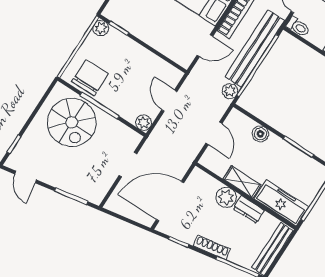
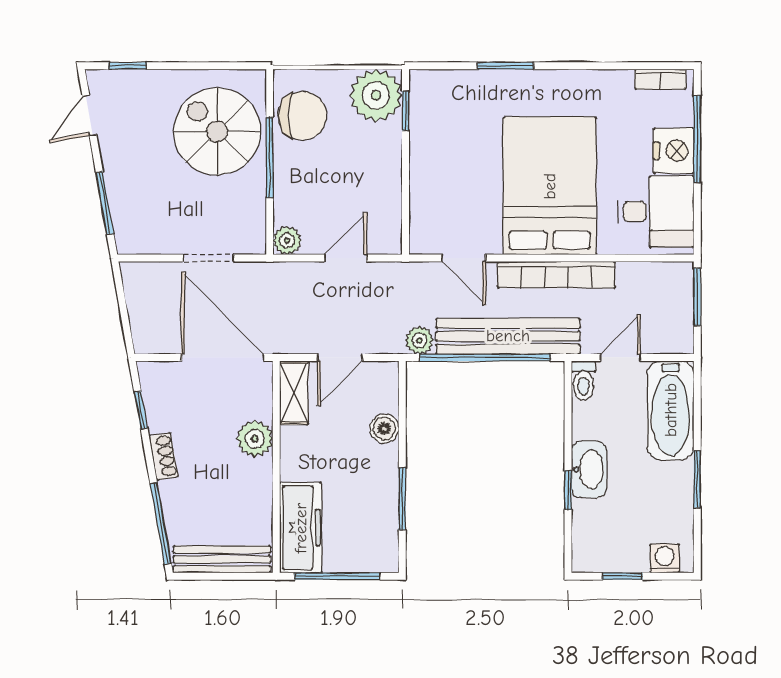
plant: (101, 28) -> (376, 95), width x1.88, depth x1.88
spiral stairs: (72, 122) -> (217, 131), turned 90
shelving: (242, 182) -> (294, 393), moved
door: (170, 201) -> (223, 357), moved
dresser: (249, 209) -> (259, 485), removed
shoe rack: (212, 247) -> (163, 456), width x0.70

